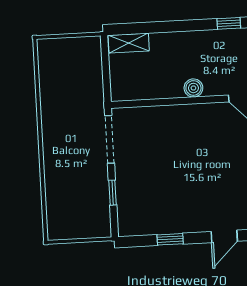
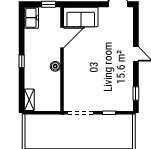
window: (229, 23) -> (22, 61), moved
window: (170, 239) -> (136, 93), moved

